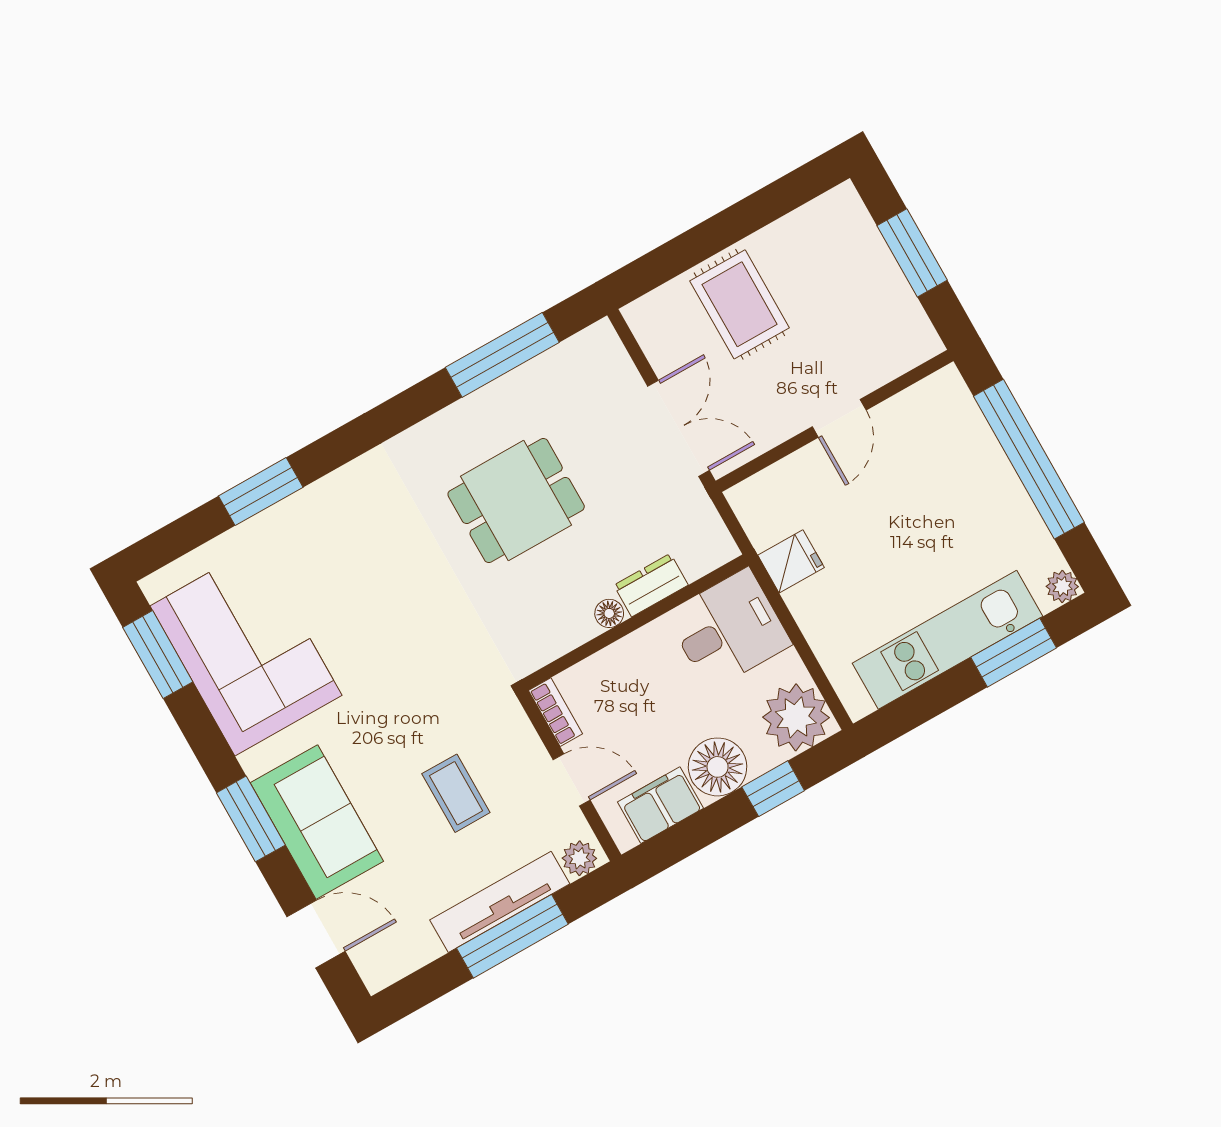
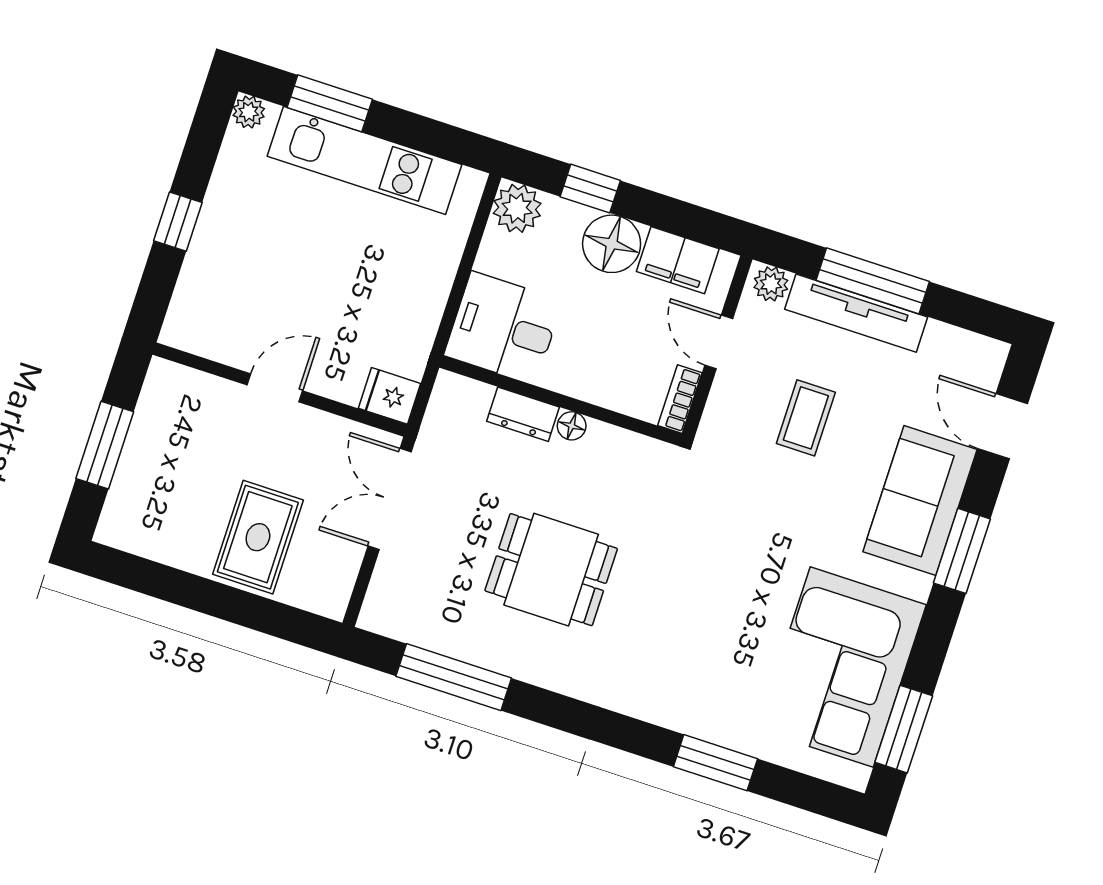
window: (1029, 459) -> (178, 222), width x0.32
fridge: (791, 561) -> (389, 396), moved
plant: (796, 717) -> (517, 208), width x0.73, depth x0.73

